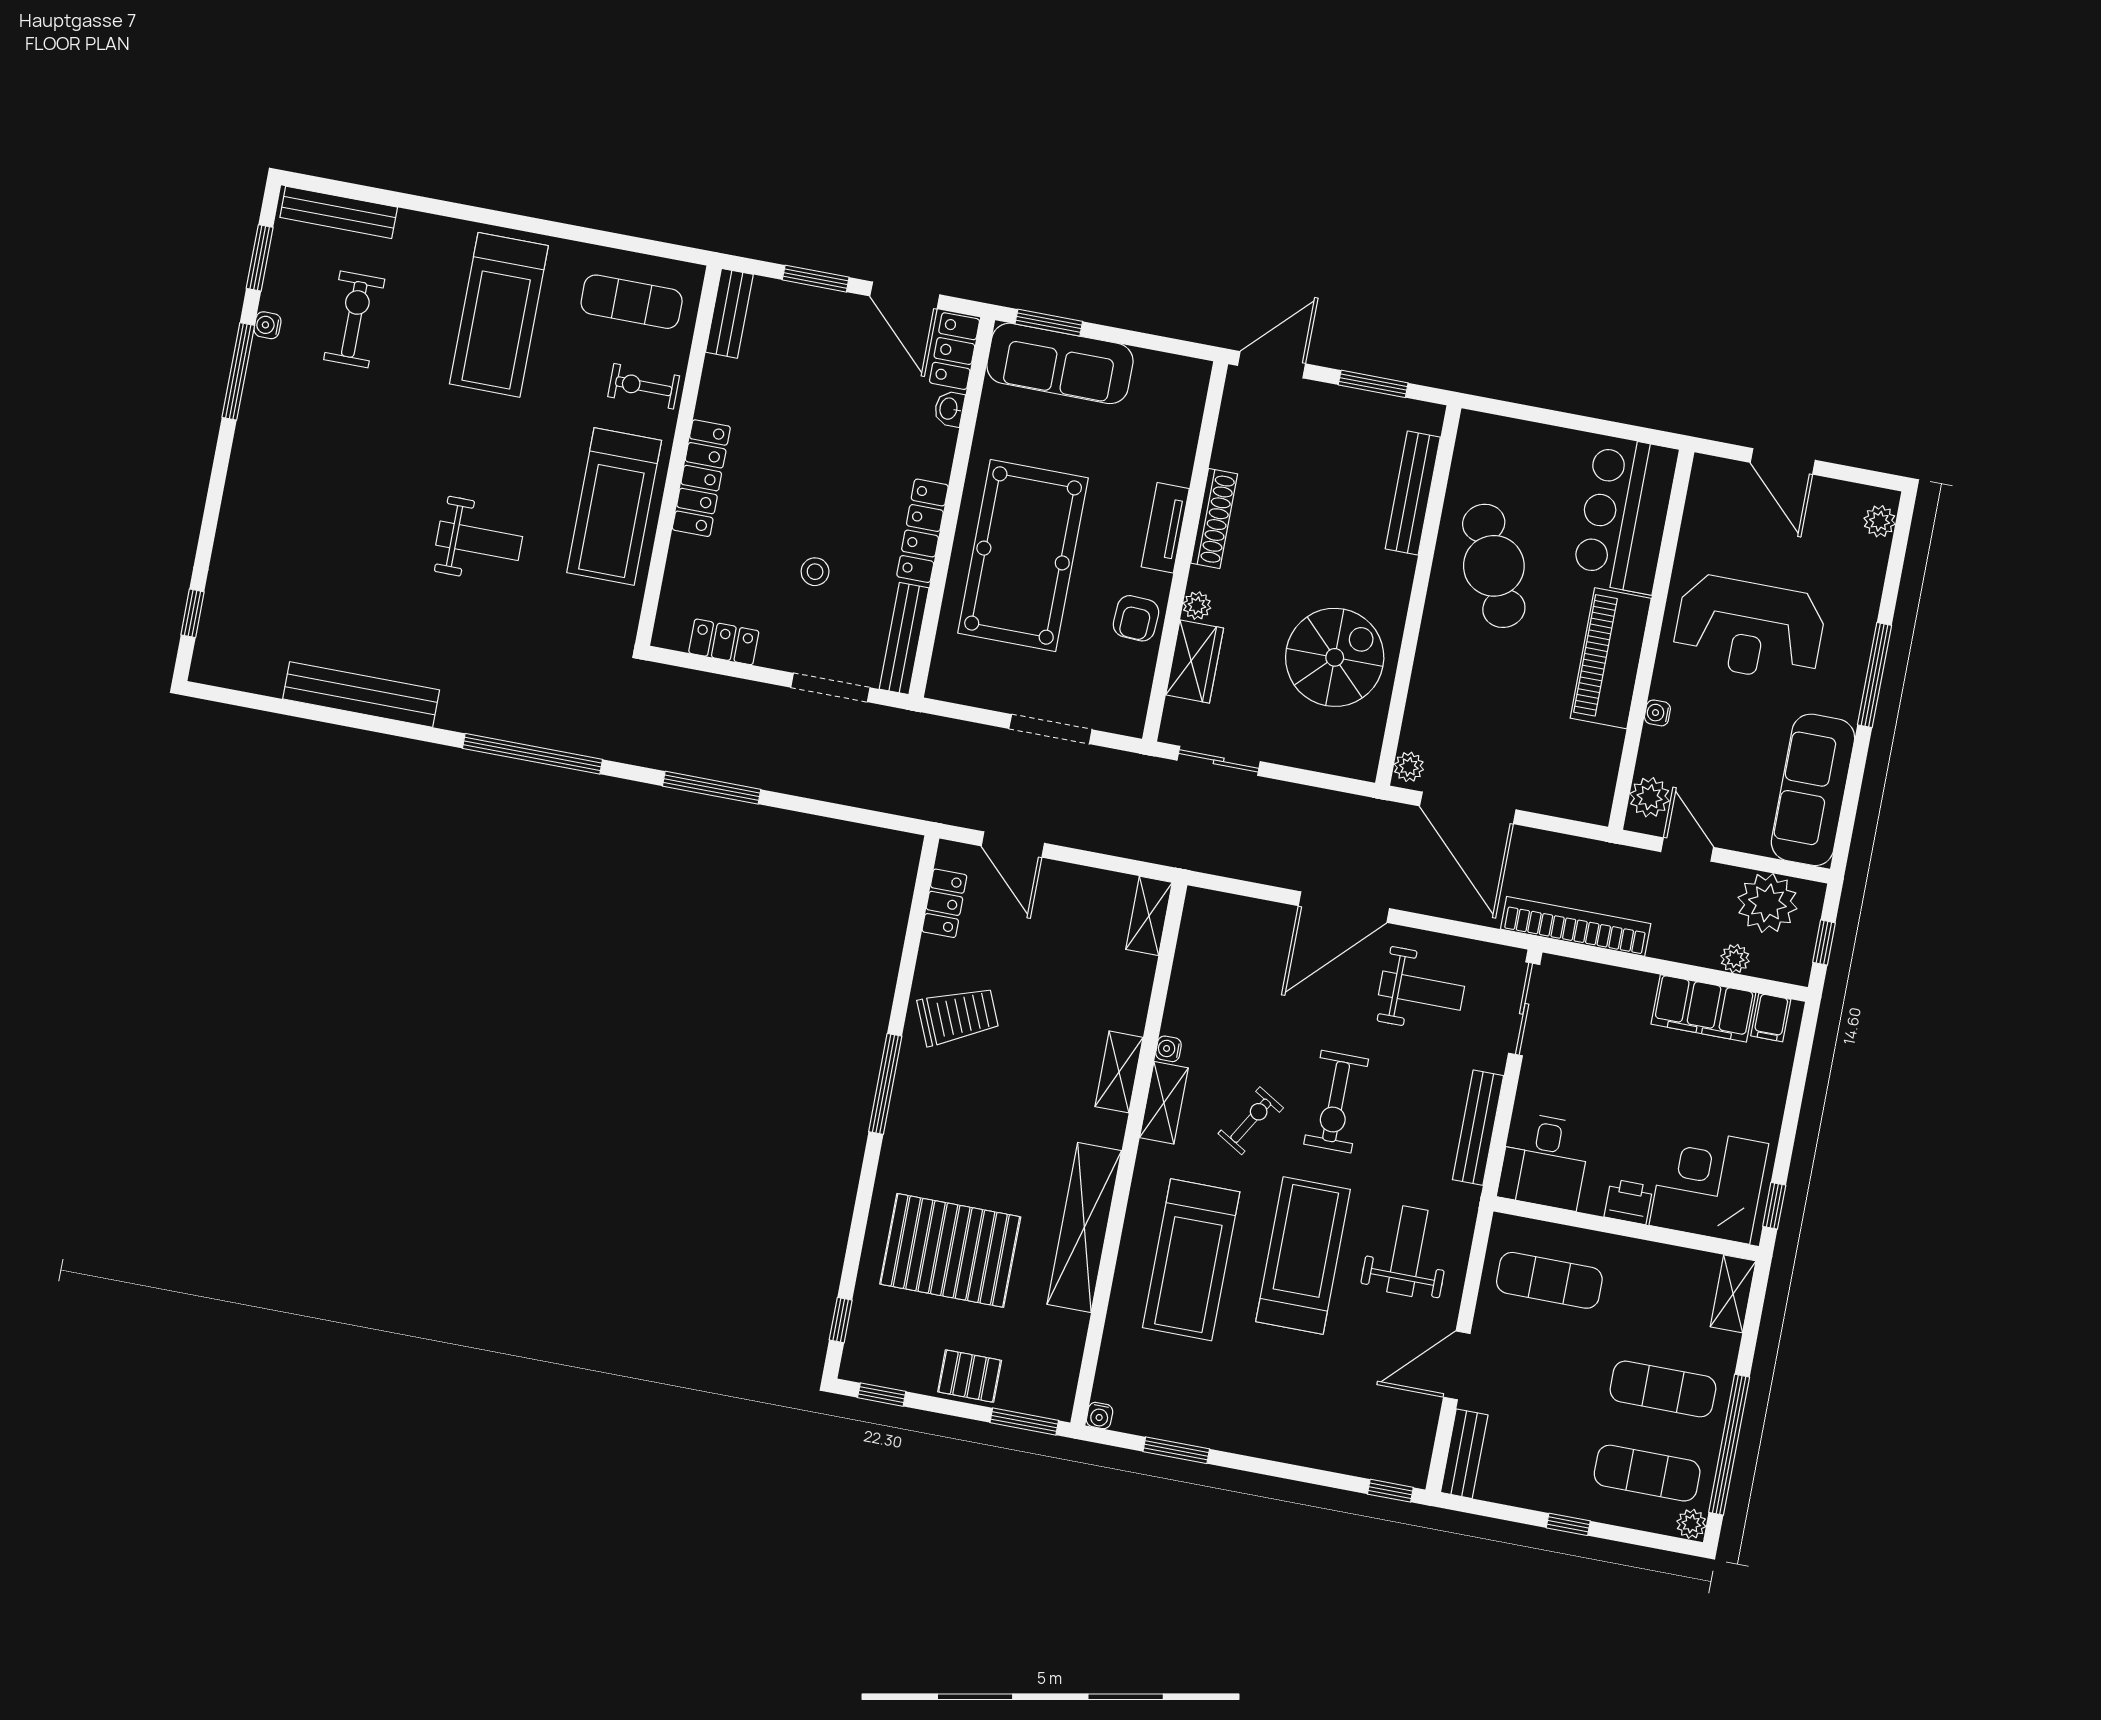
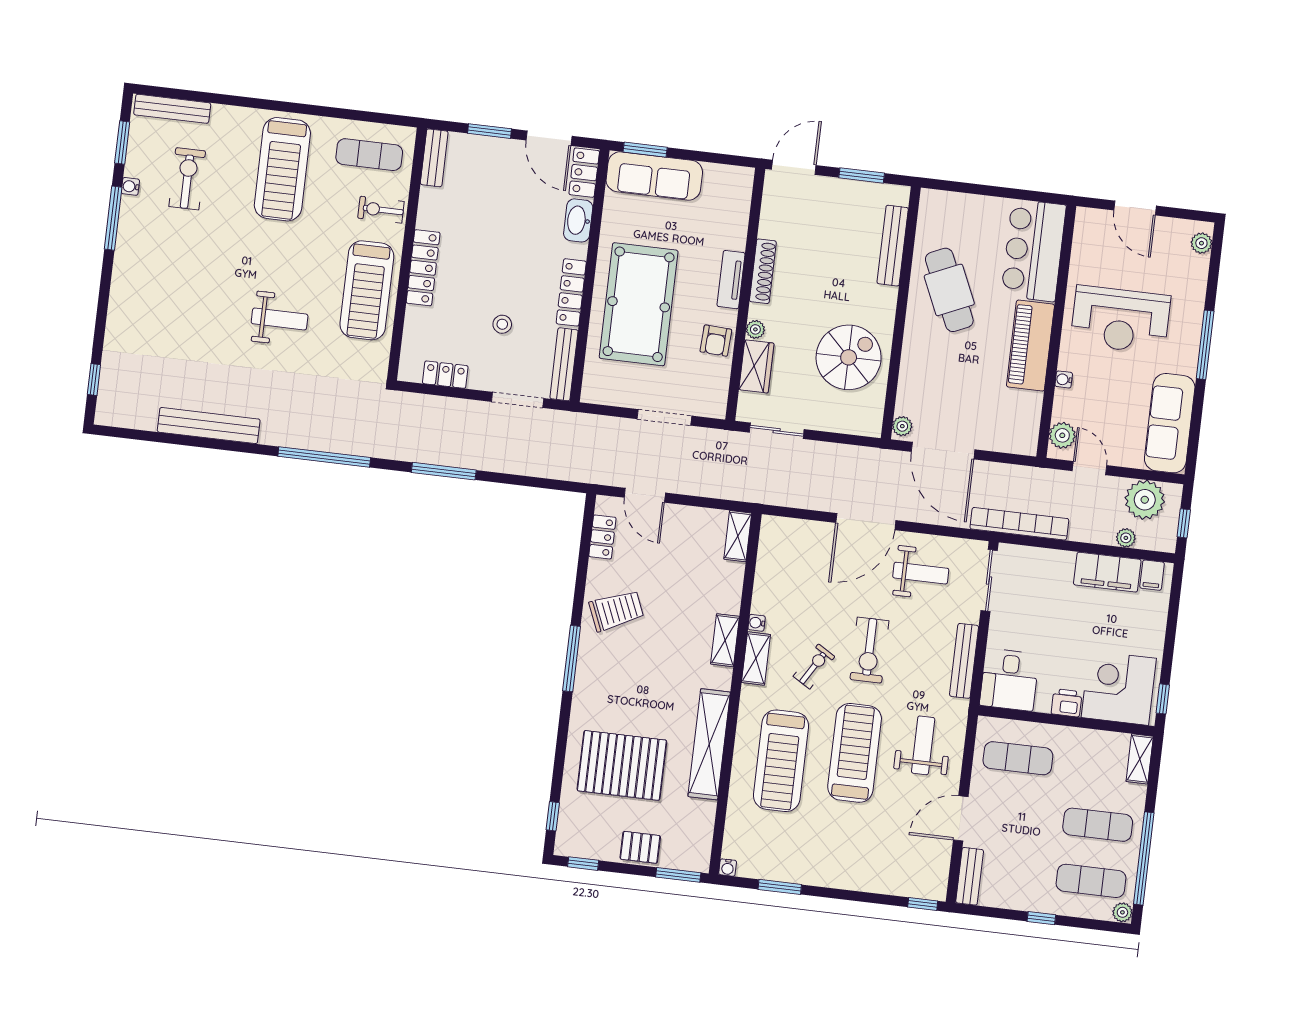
washbasin: (949, 409) -> (578, 220), width x1.91, depth x1.45

